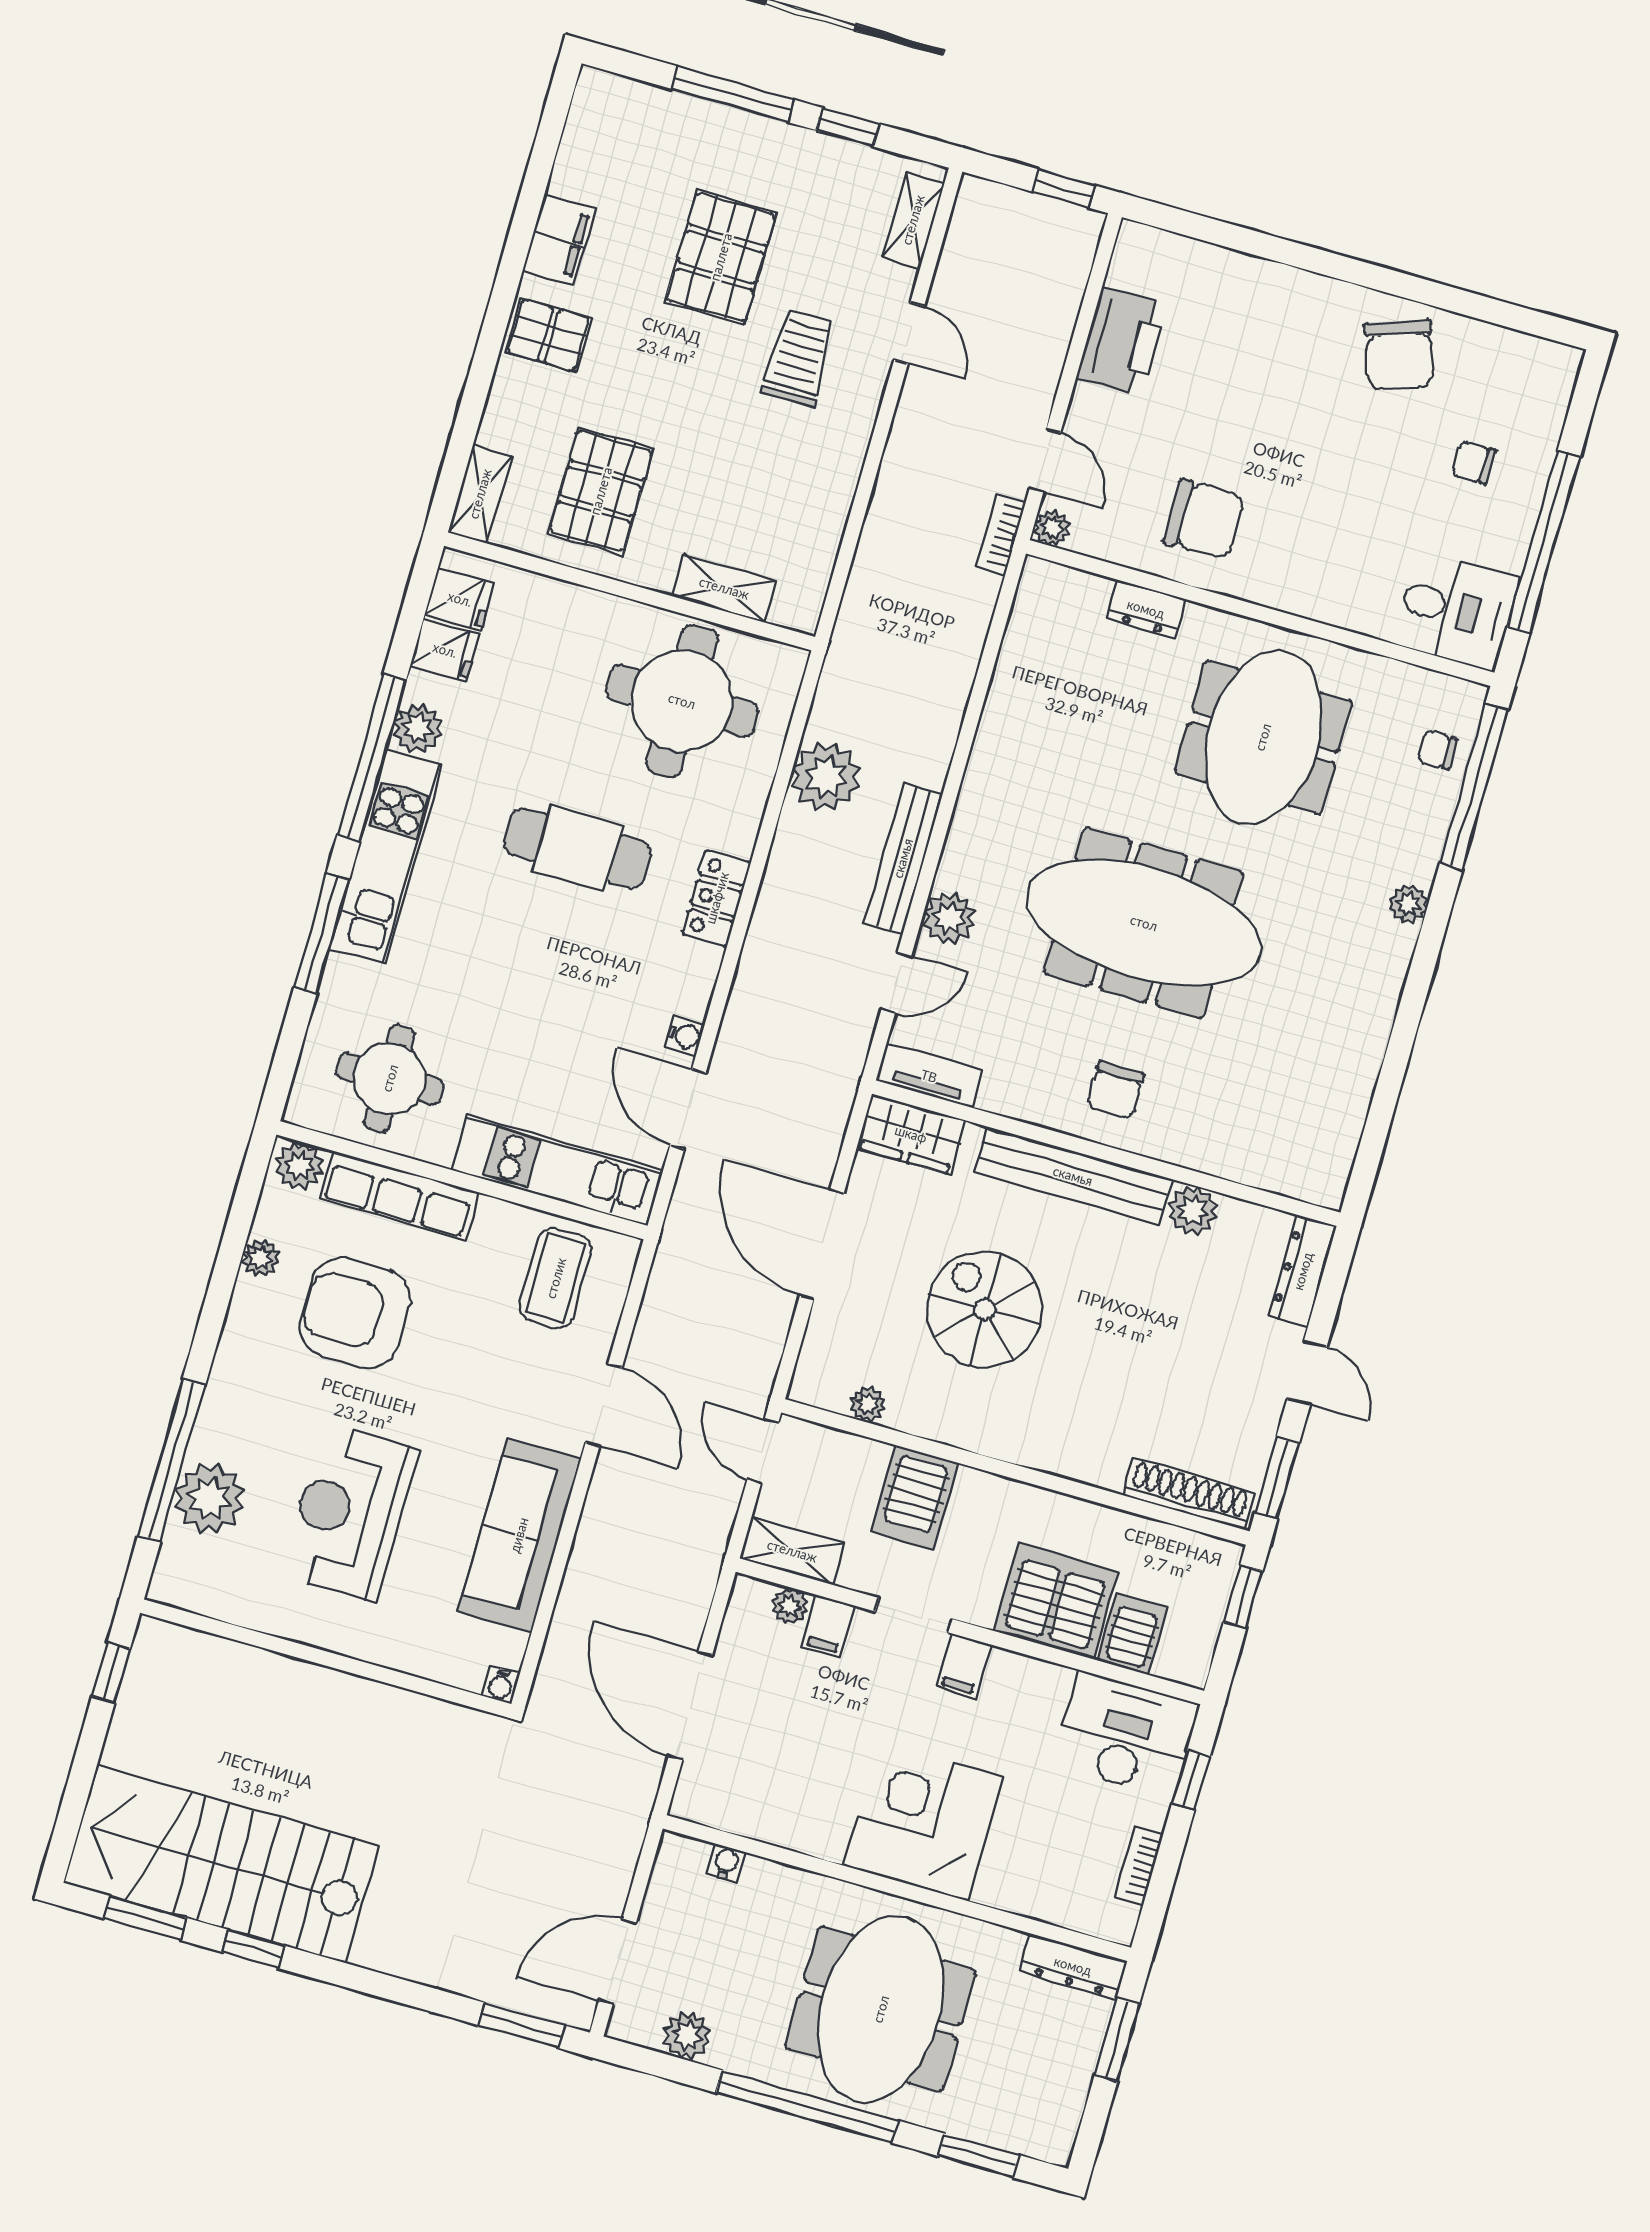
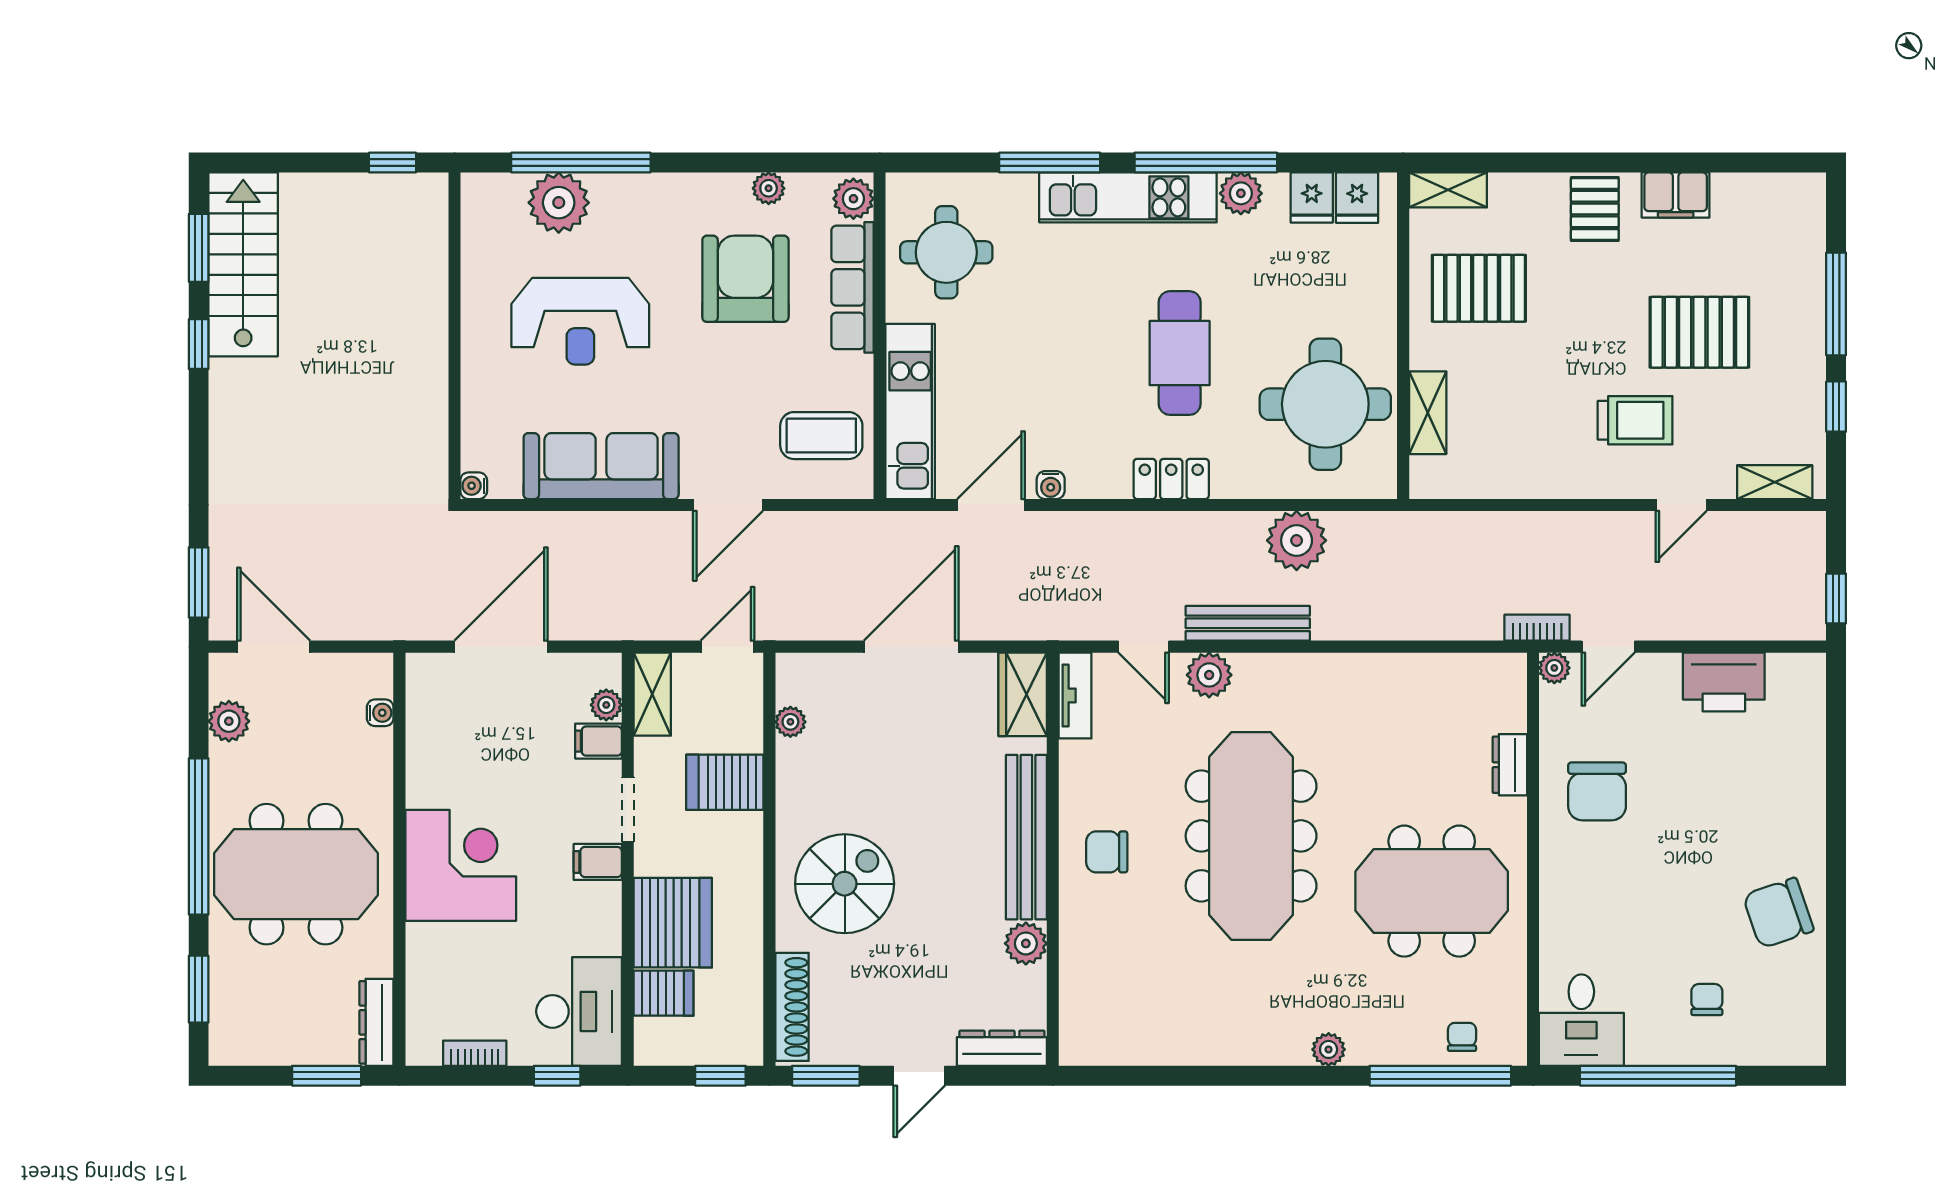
spiral stairs: (985, 1310) -> (845, 884), moved
reception desk: (350, 1512) -> (580, 321), turned 180
stairs: (221, 1864) -> (243, 264), width x0.73, depth x0.66

